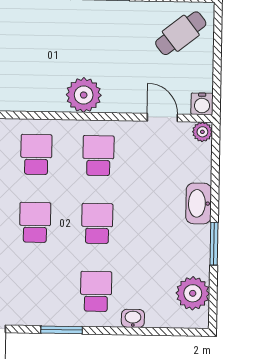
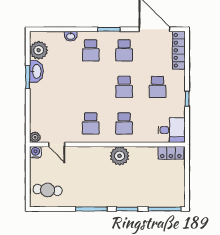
cafe table: (181, 33) -> (48, 190), turned 43
plant: (84, 95) -> (120, 156), moved
washbasin: (199, 203) -> (36, 71), moved
school desk: (97, 223) -> (124, 50), moved

